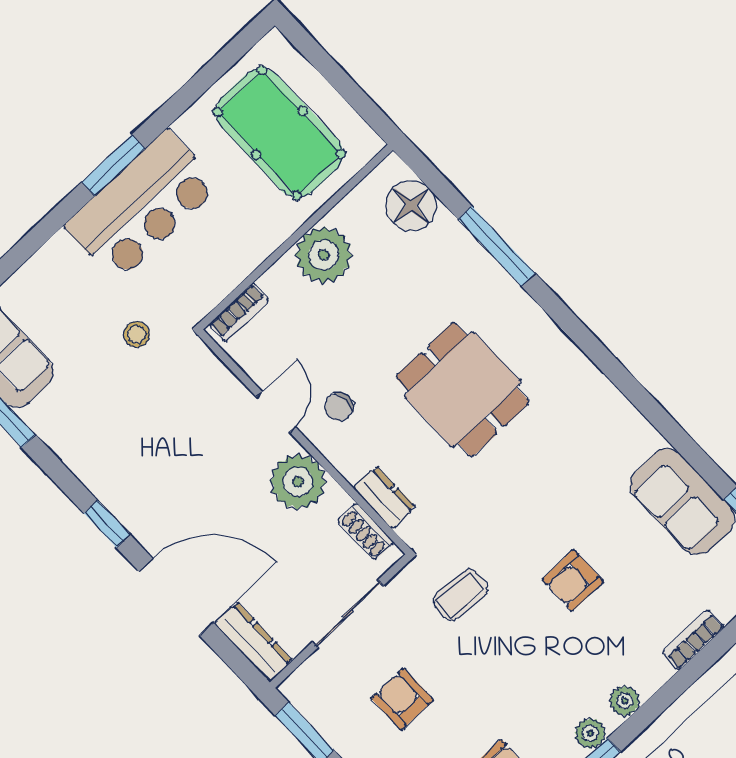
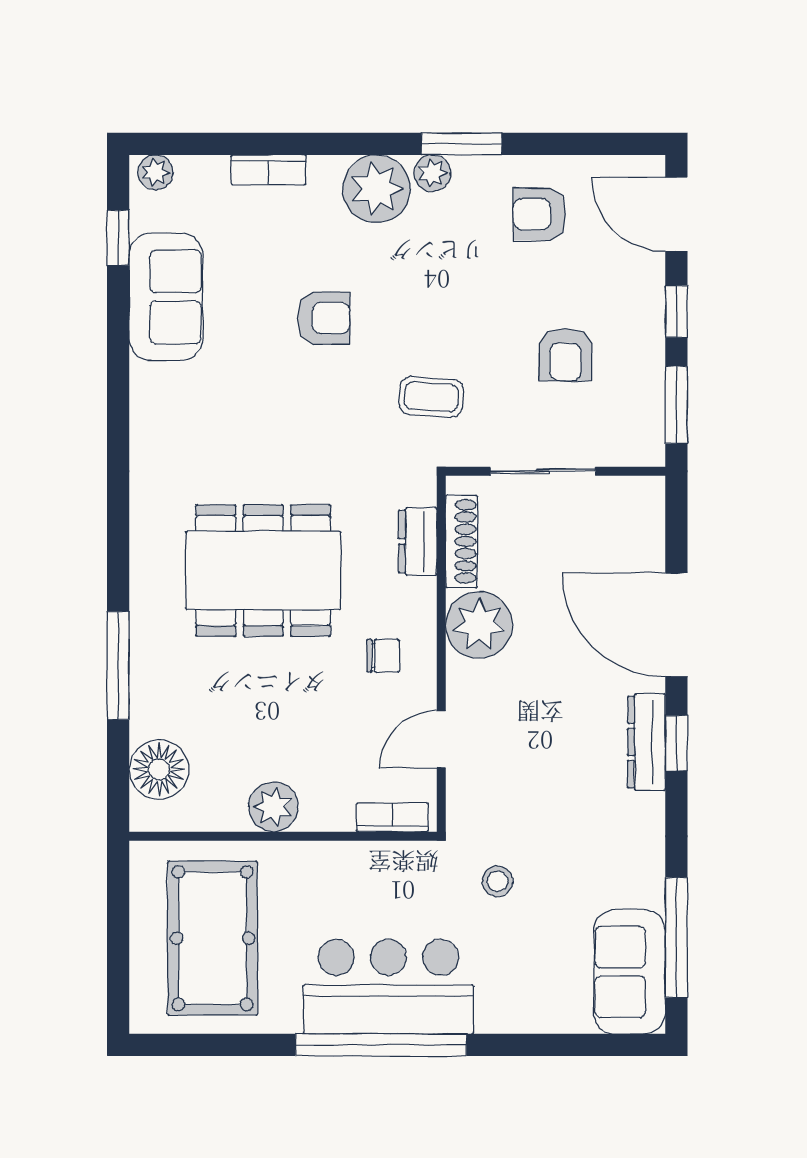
window: (113, 165) -> (381, 1045), width x2.11
plant: (324, 255) -> (273, 807), width x0.73, depth x0.73
dining table: (463, 389) -> (263, 570), width x1.38
door: (276, 412) -> (441, 739), moved
shoe rack: (365, 532) -> (461, 541), width x1.43
dresser: (253, 642) -> (647, 742), moved
plant: (625, 701) -> (377, 189), width x1.88, depth x1.88

